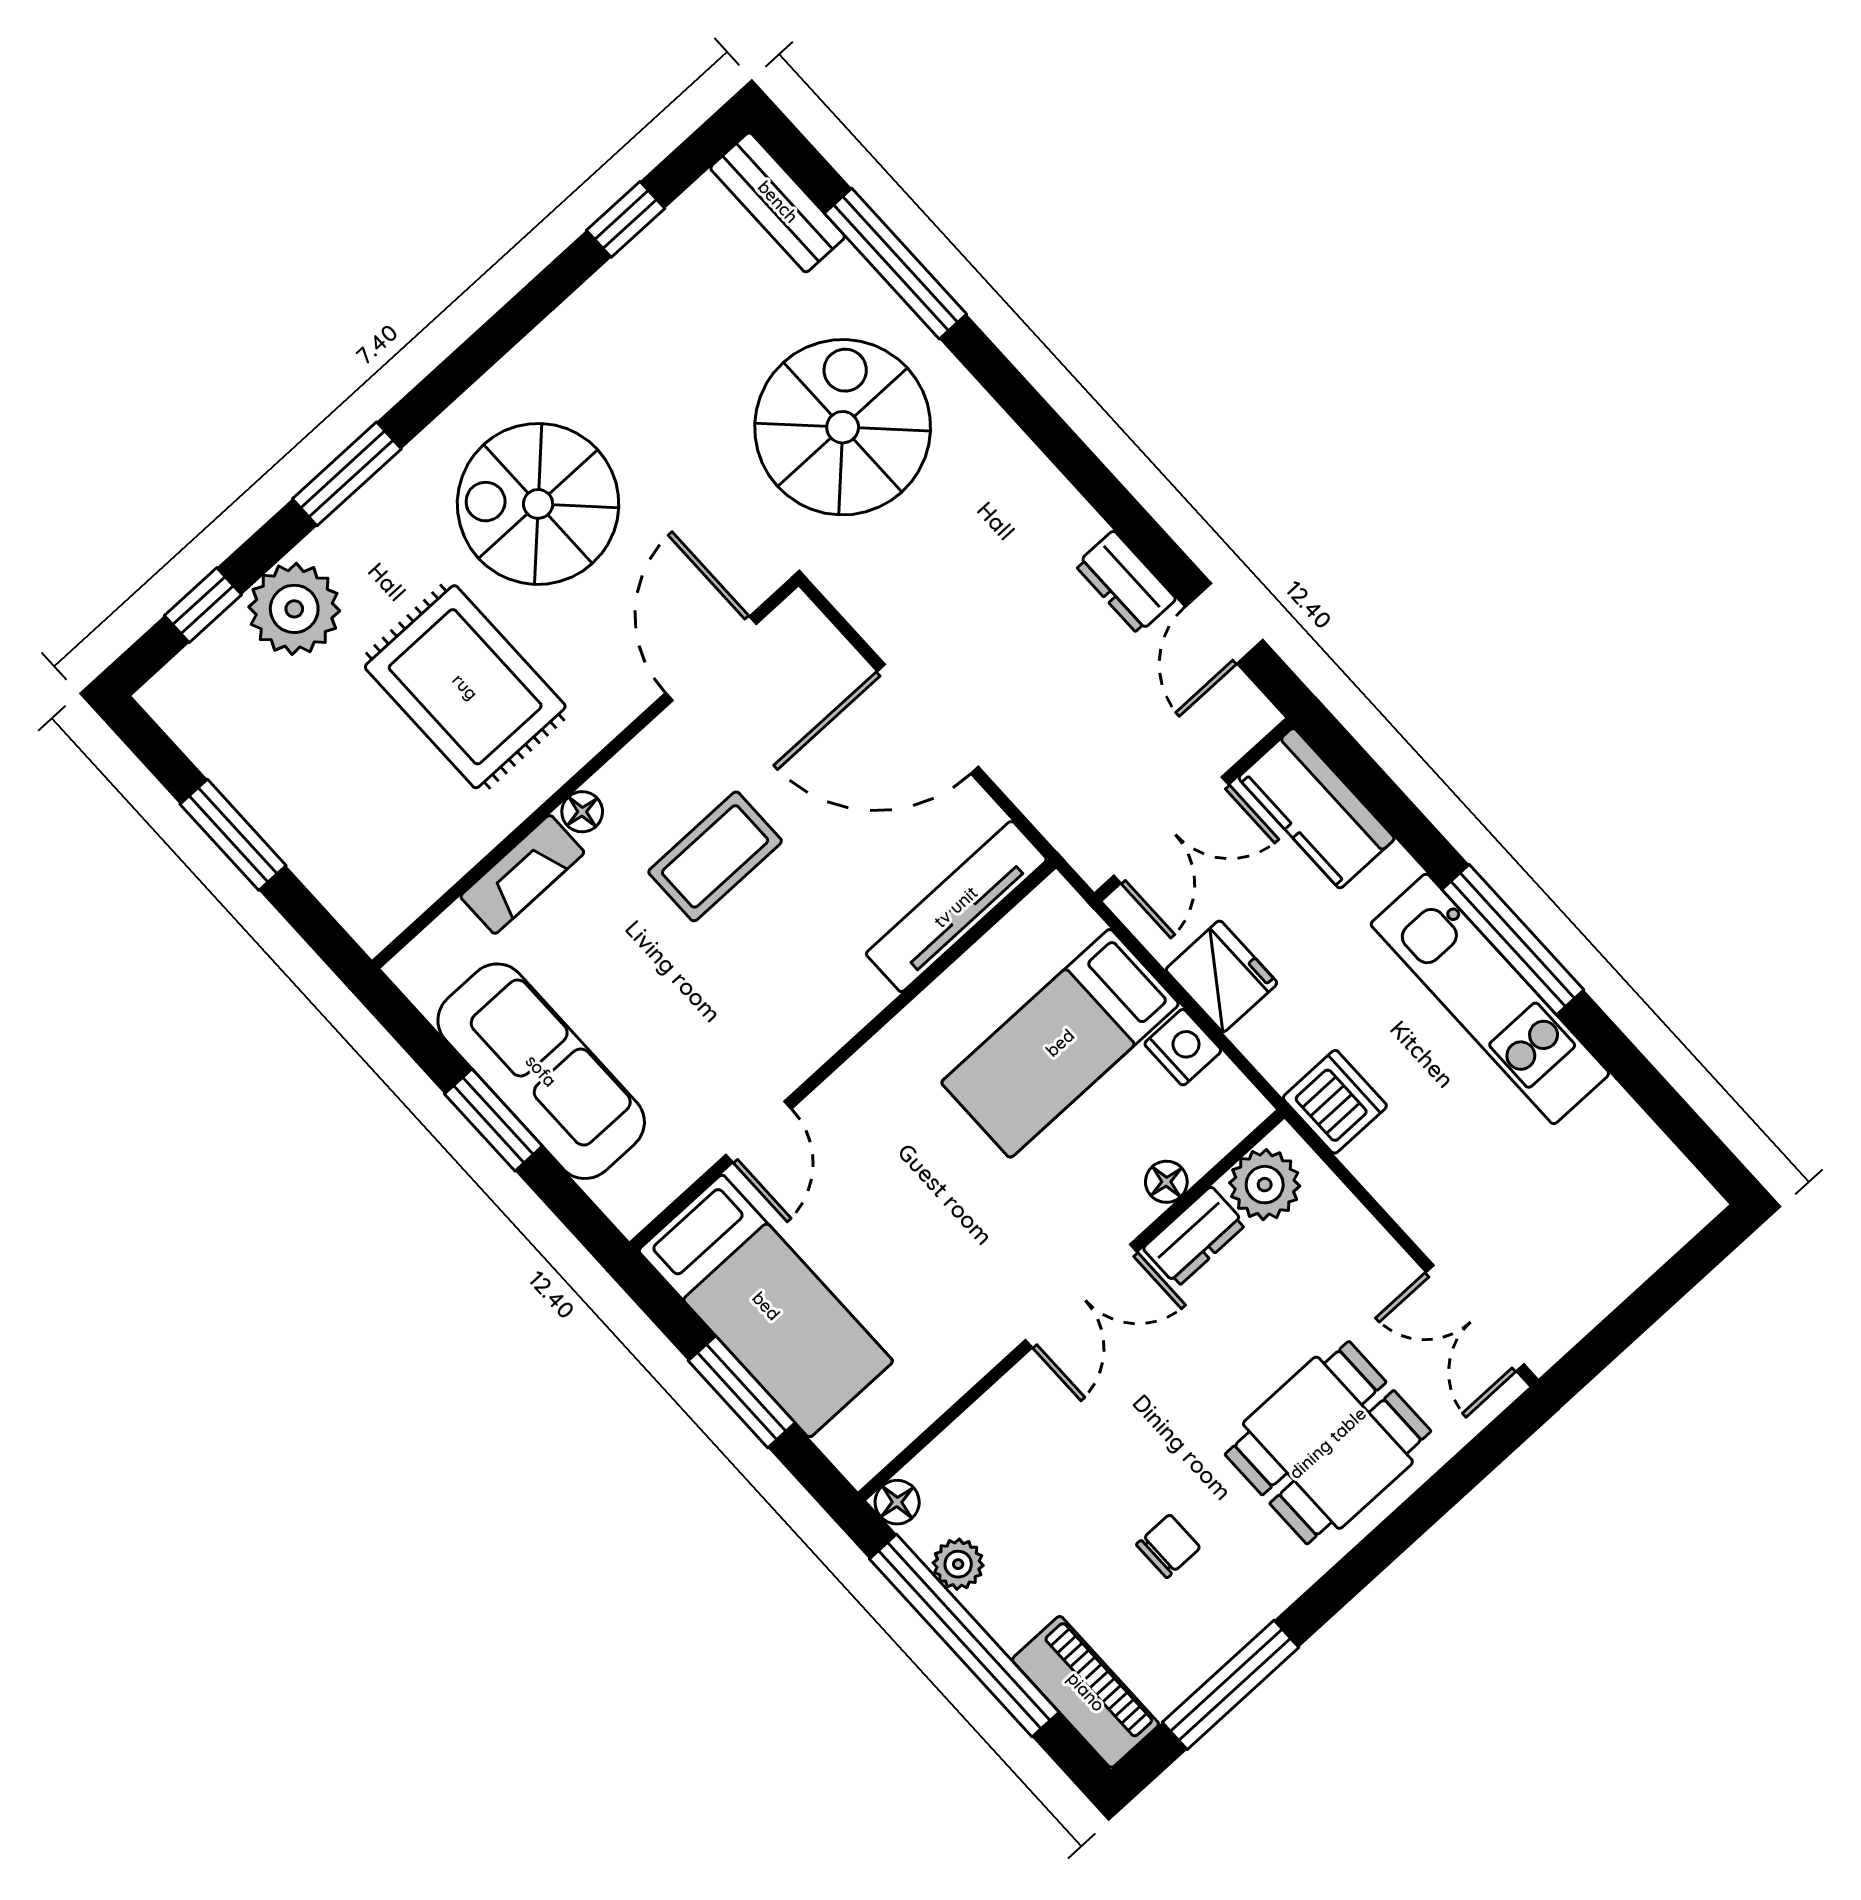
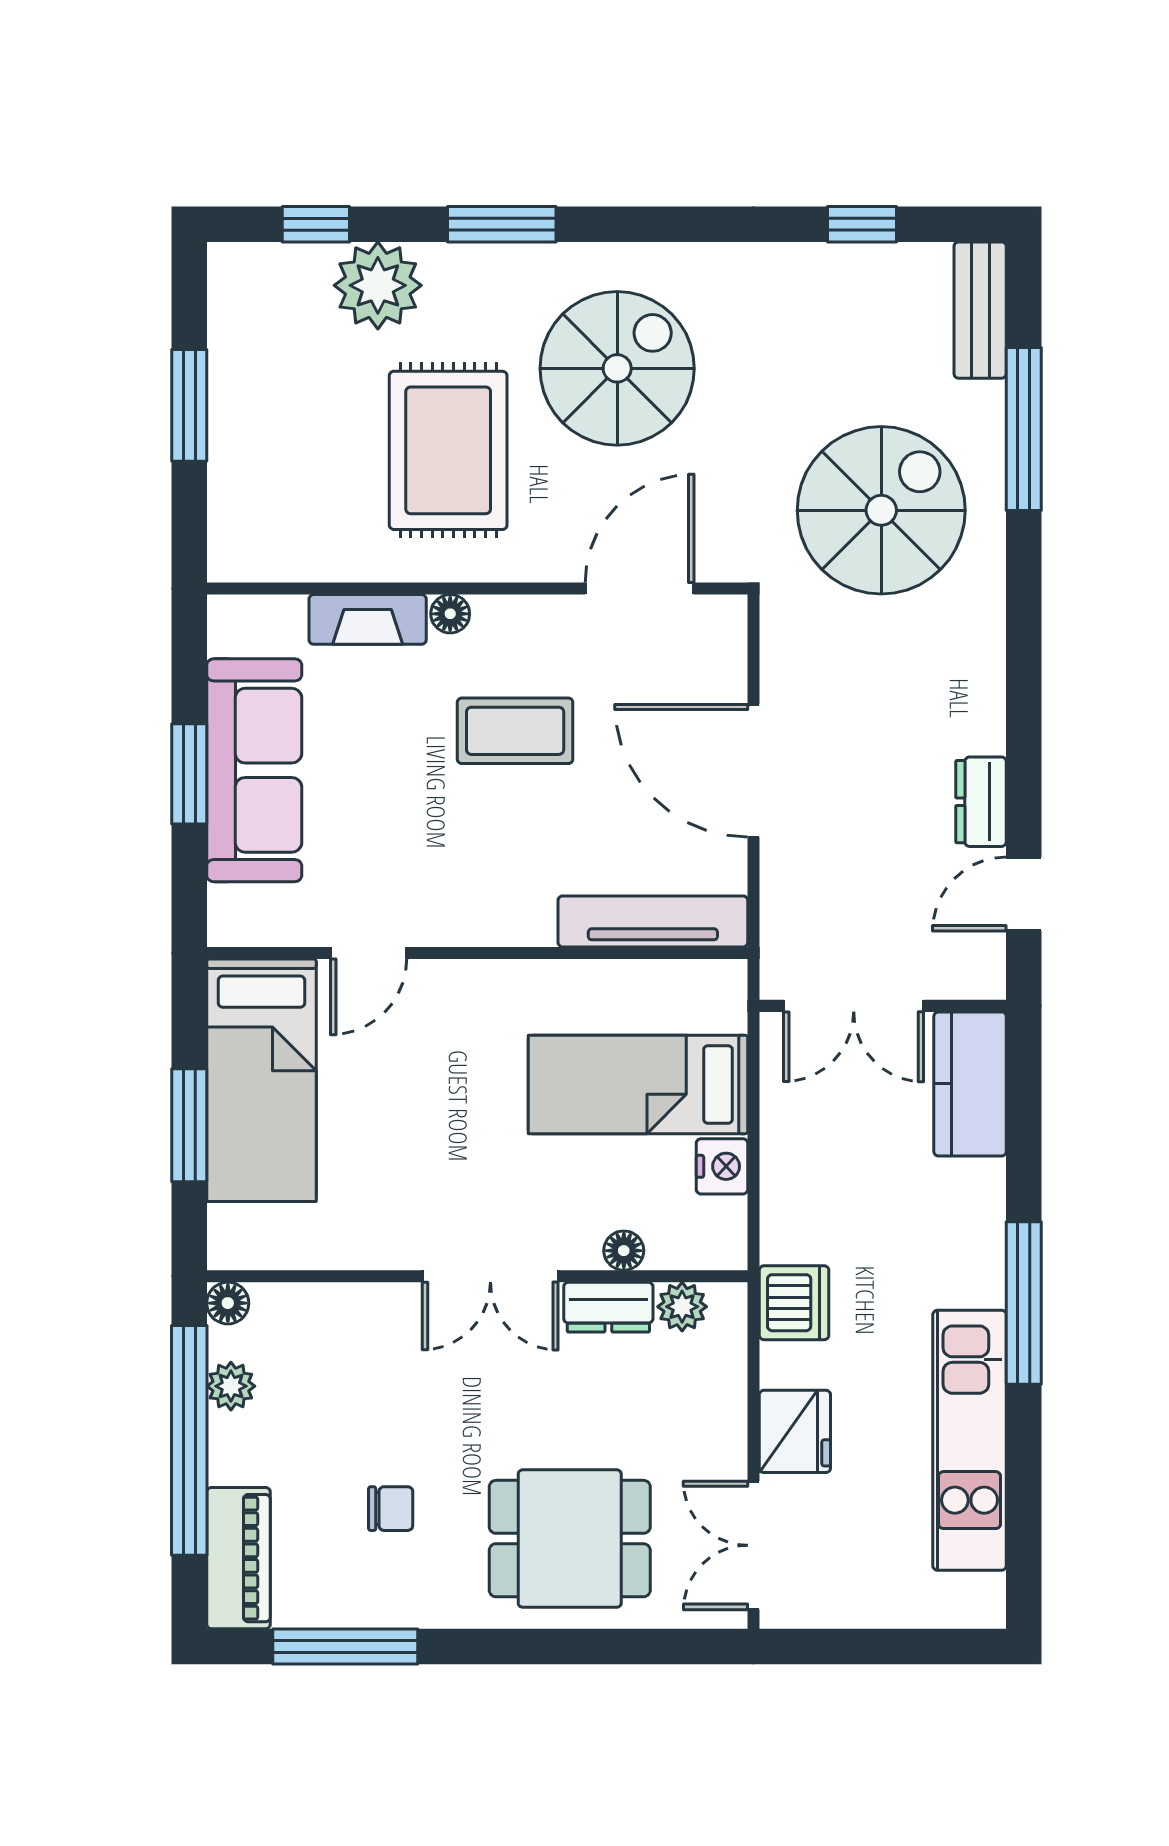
spiral stairs: (538, 504) -> (617, 368), turned 90
fridge: (1222, 976) -> (795, 1431), moved
kitchen unit: (1490, 999) -> (970, 1440), moved
plant: (1265, 1185) -> (682, 1307), width x0.73, depth x0.73

